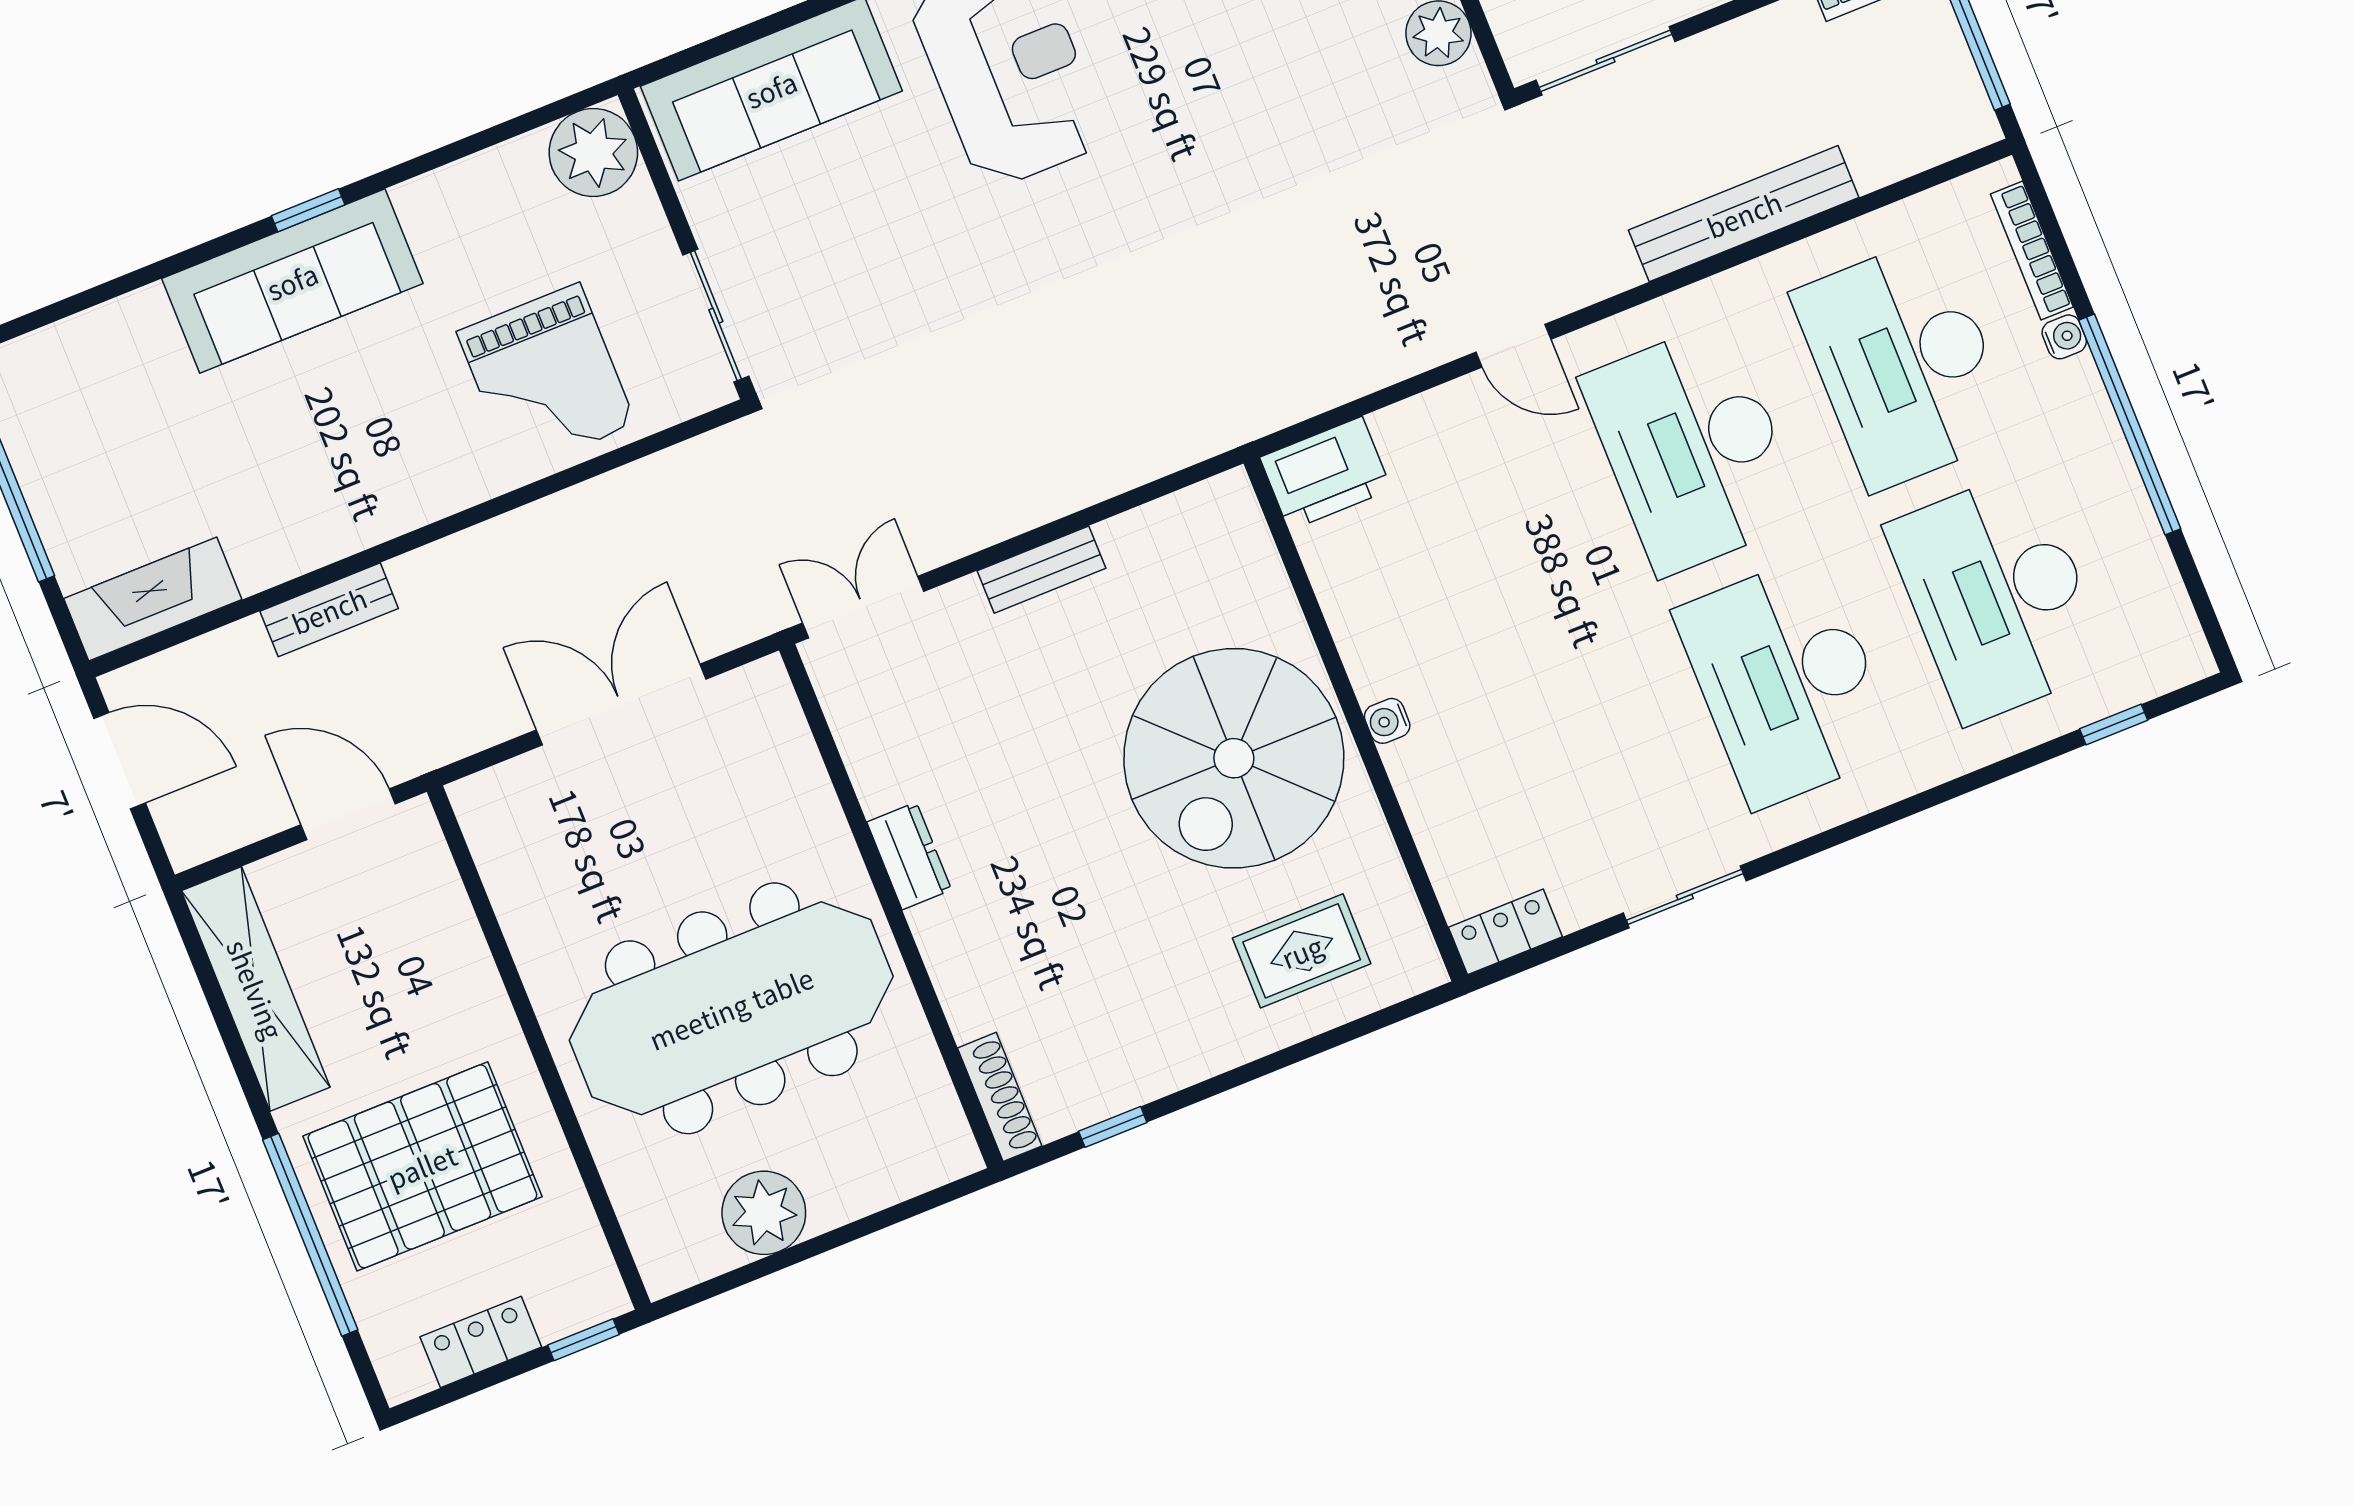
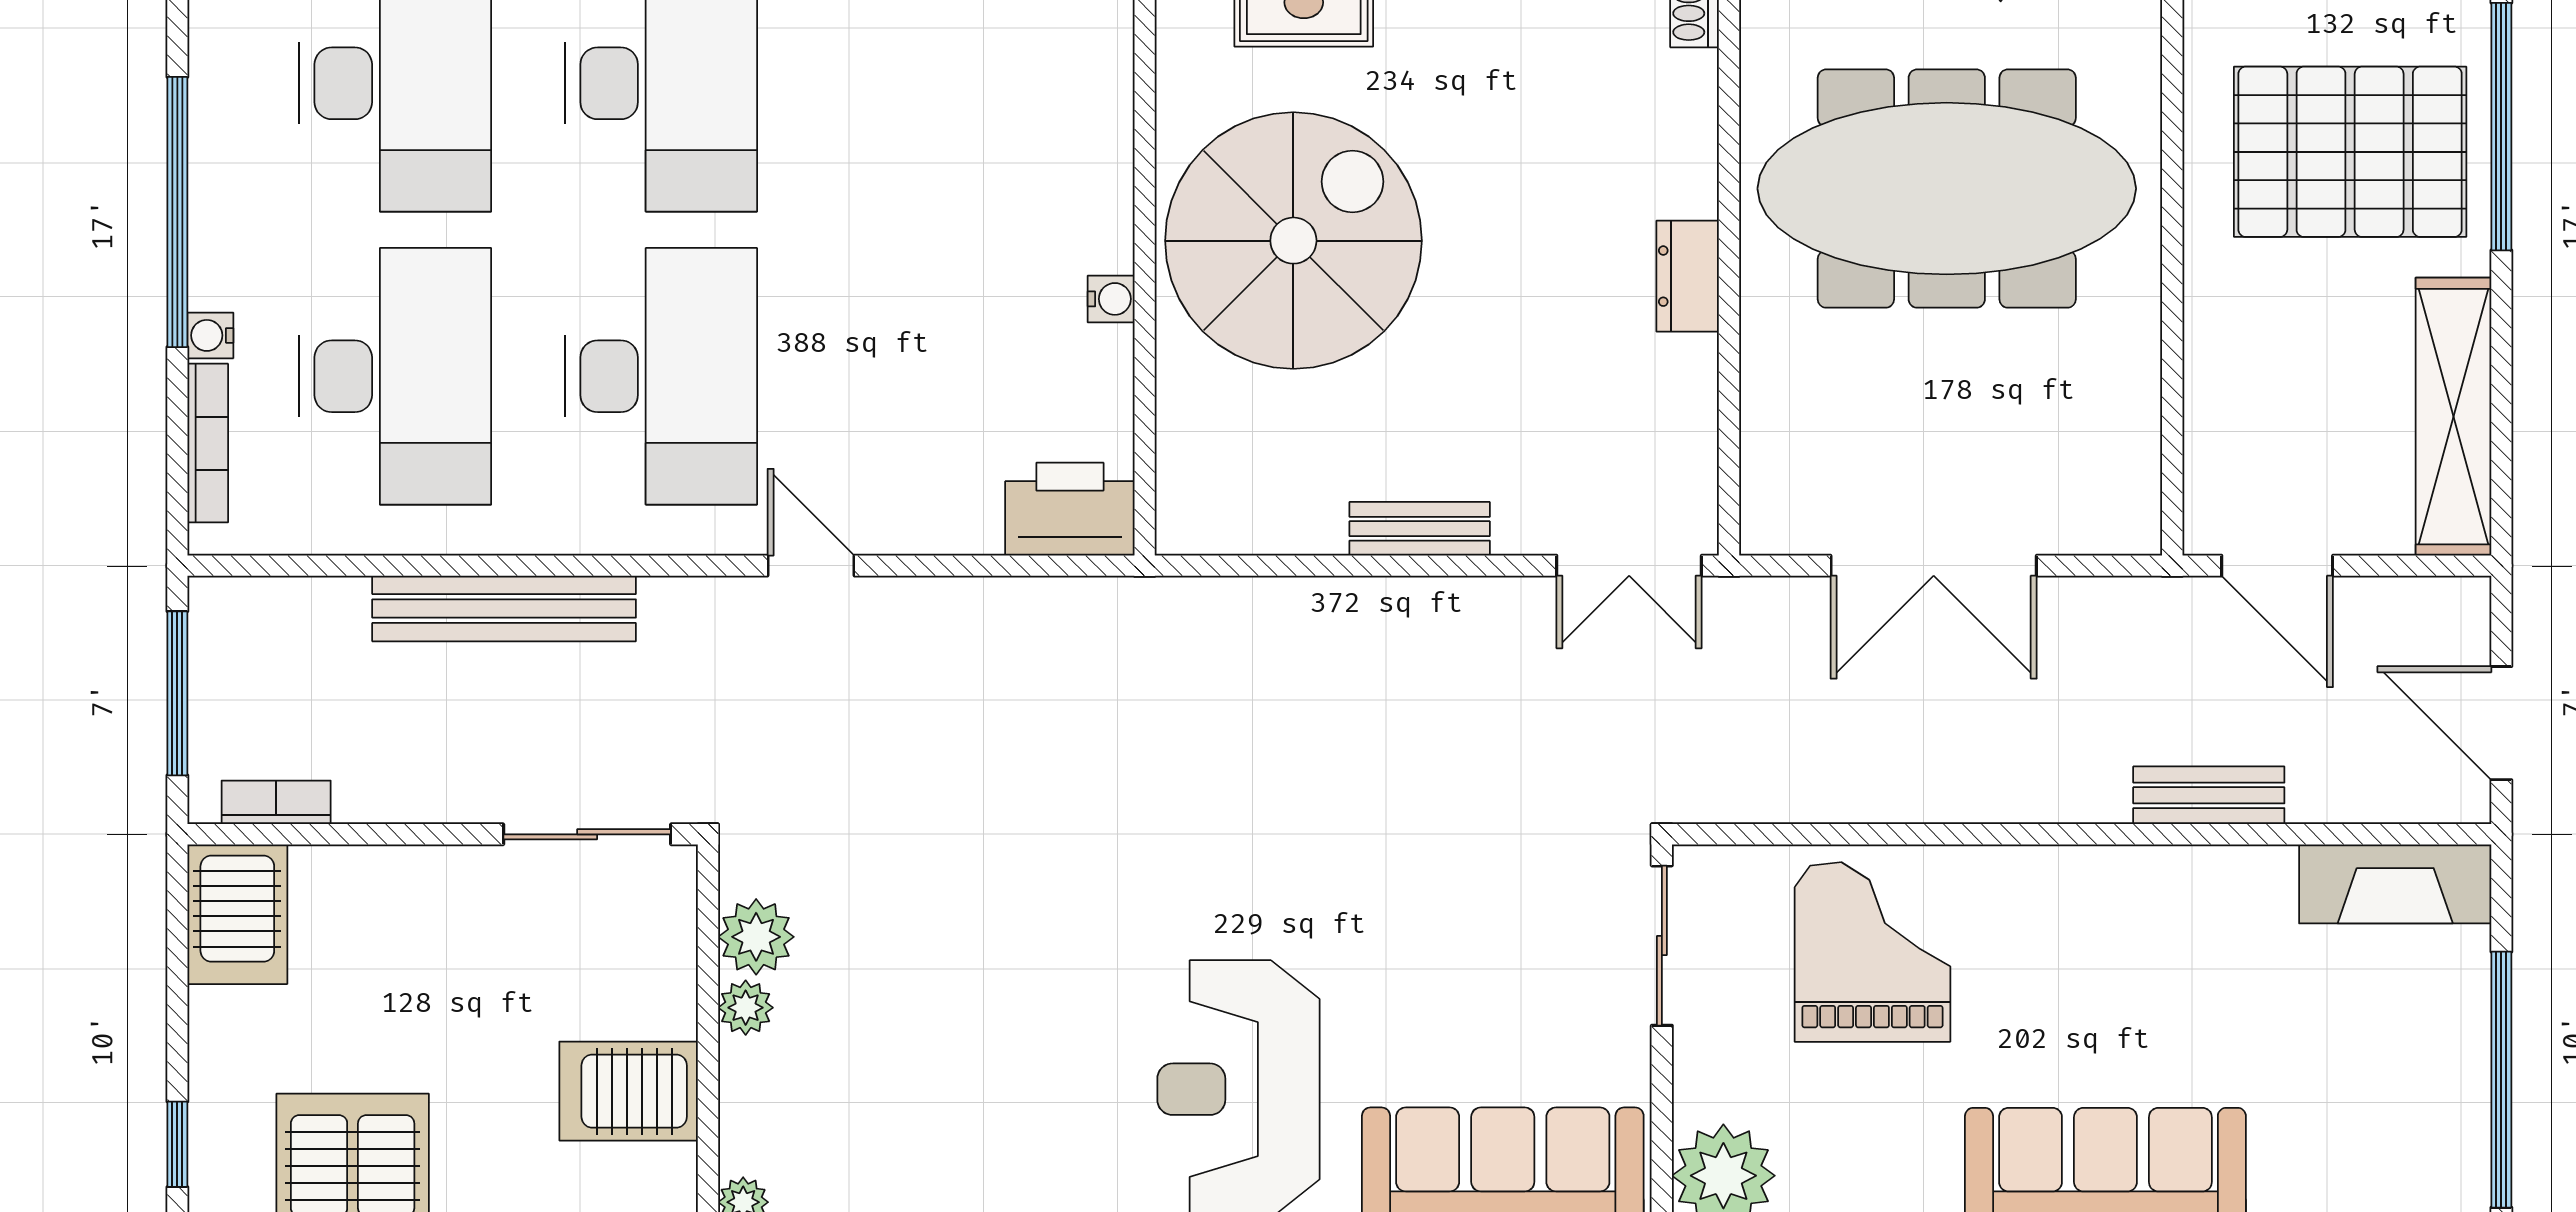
water cooler: (1387, 721) -> (1111, 299), moved

